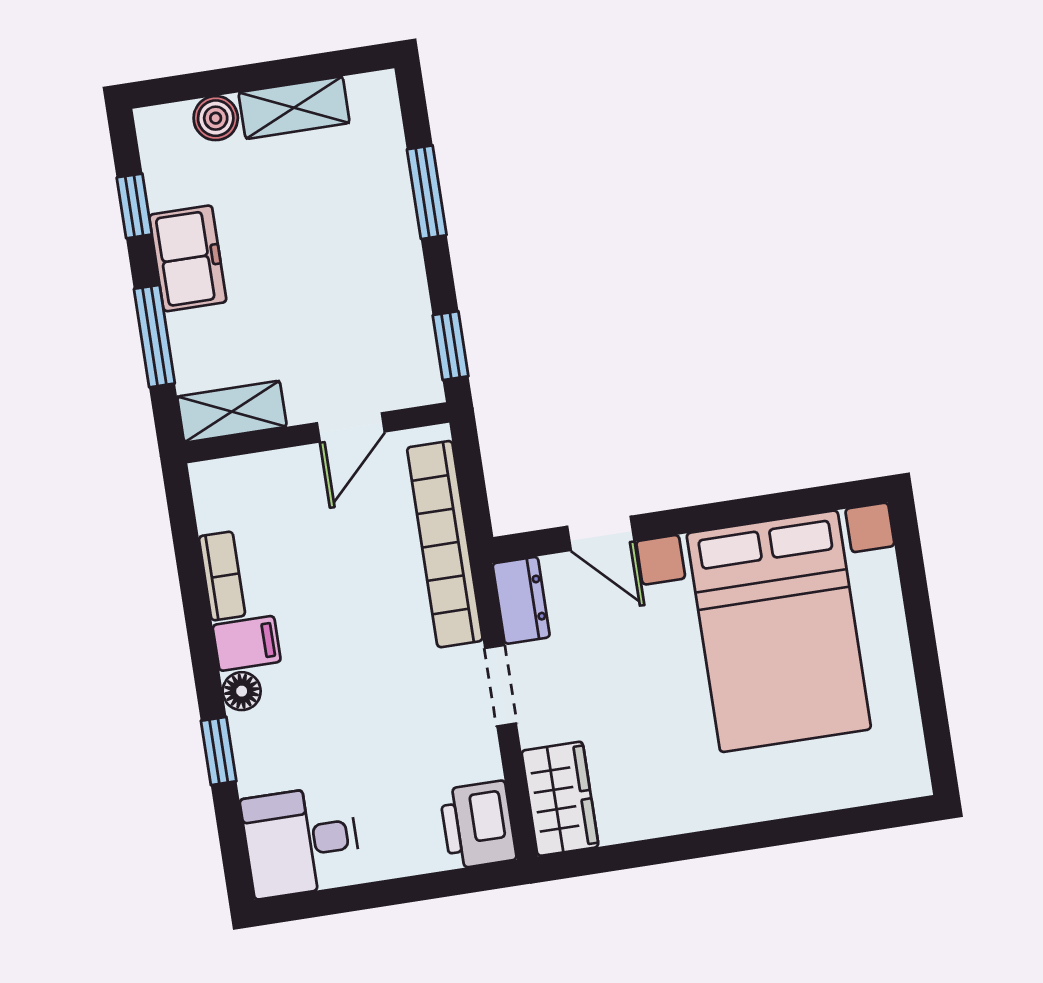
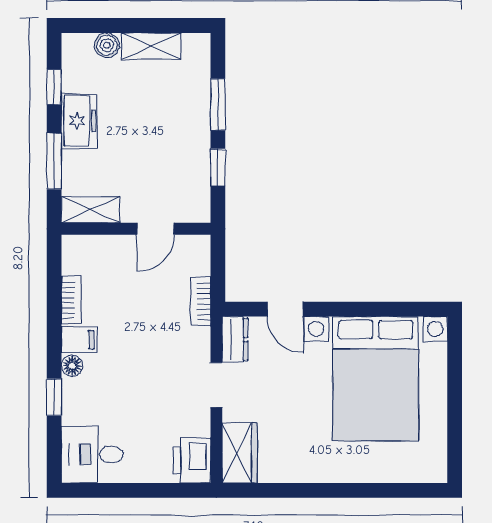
window: (451, 346) -> (218, 167), moved
bookcase: (445, 544) -> (201, 302), width x0.43, depth x0.76

